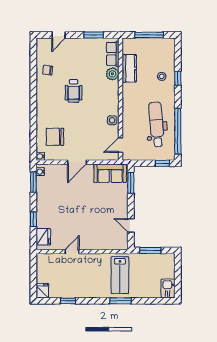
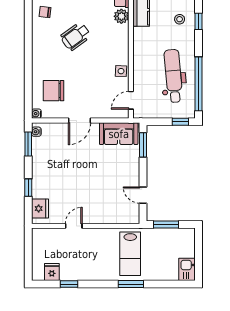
wheelchair: (74, 91) -> (76, 36), turned 54
fridge: (42, 291) -> (52, 272), moved

